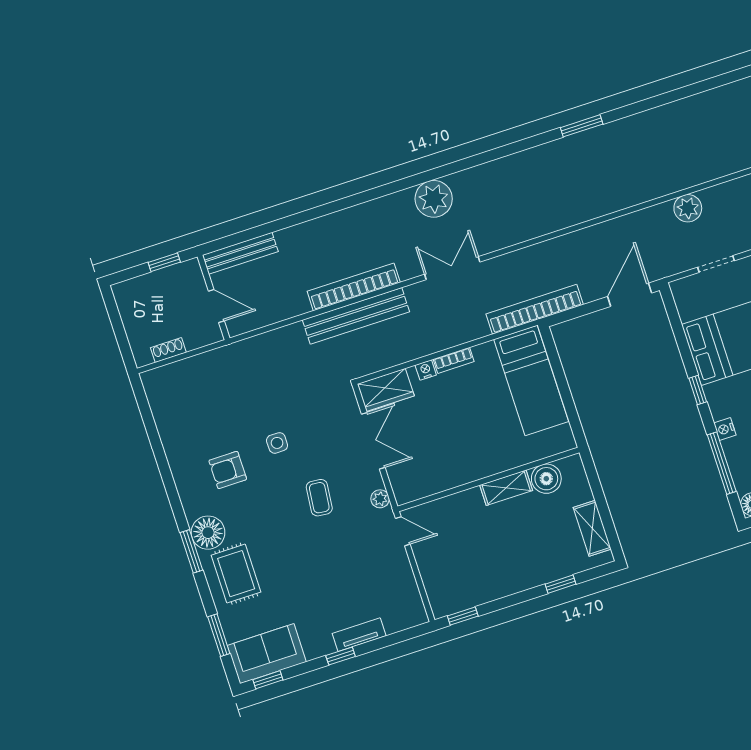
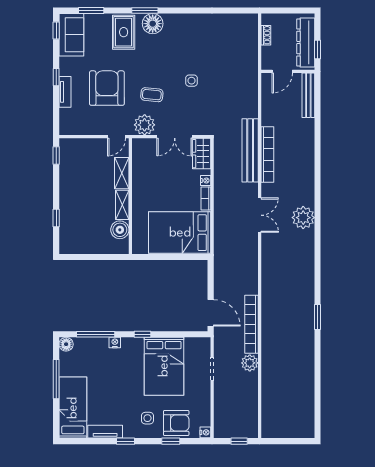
dresser: (159, 284) -> (306, 42), added
bookcase: (535, 309) -> (251, 324), moved, turned 180
bed: (531, 380) -> (180, 233), width x1.50
armchair: (228, 470) -> (107, 88), moved, width x1.88, depth x1.88
plant: (380, 499) -> (145, 125), width x1.88, depth x1.88
shelving: (592, 528) -> (122, 173), moved, turned 90
rug: (236, 574) -> (124, 32), turned 90

